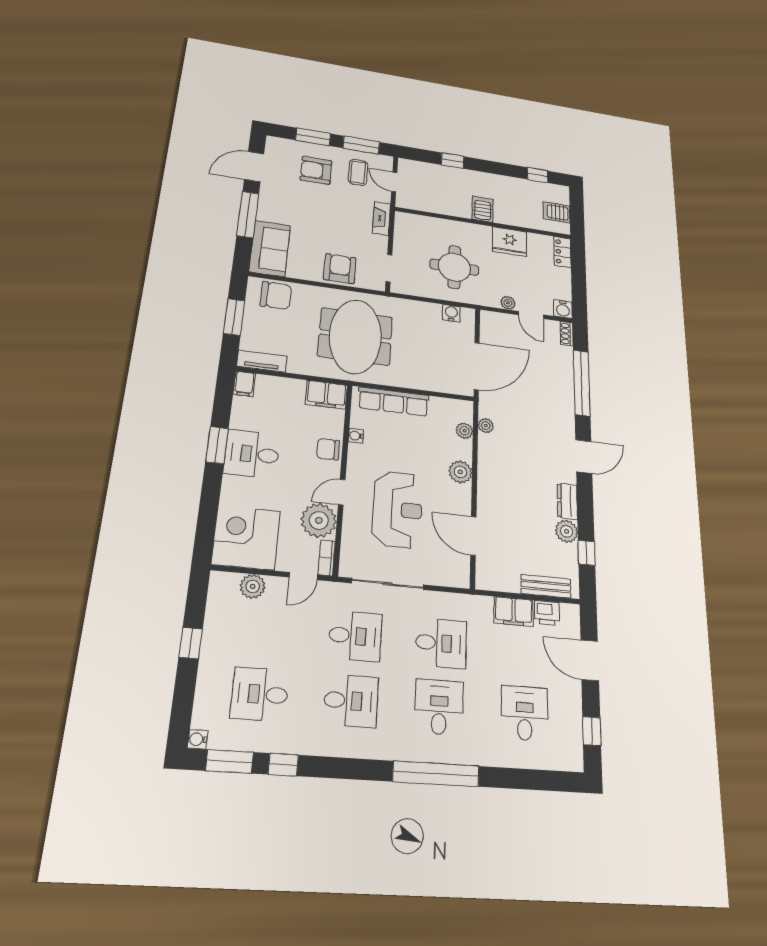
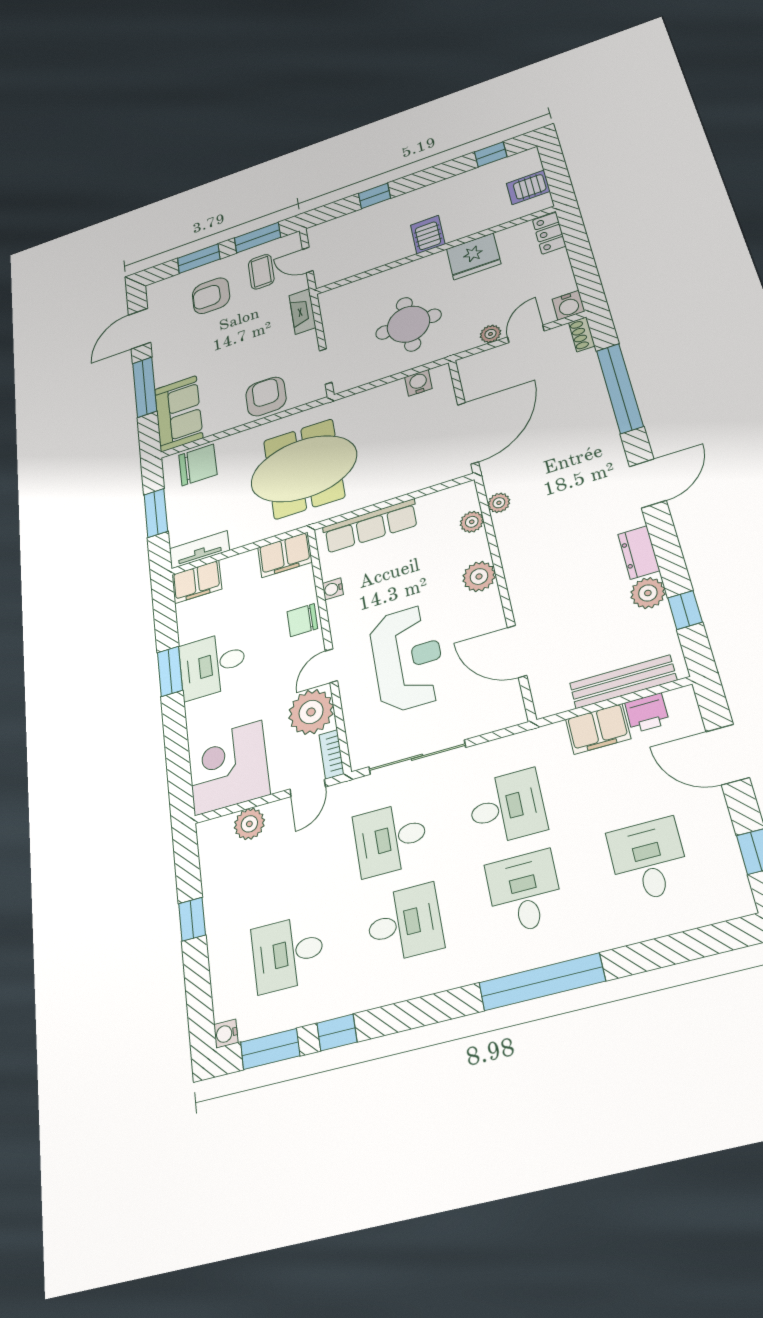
door: (531, 315) -> (526, 334), swing flipped
meeting table: (355, 337) -> (304, 469), turned 90
filing cabinet: (244, 384) -> (197, 582), width x2.00
bench: (546, 586) -> (623, 682), width x1.36
desk: (355, 636) -> (391, 839), turned 180

